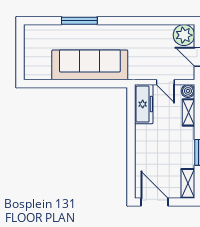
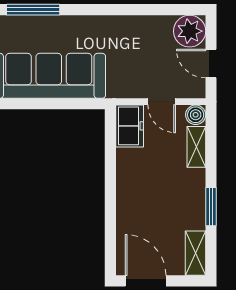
freezer: (144, 104) -> (130, 126), width x0.71

